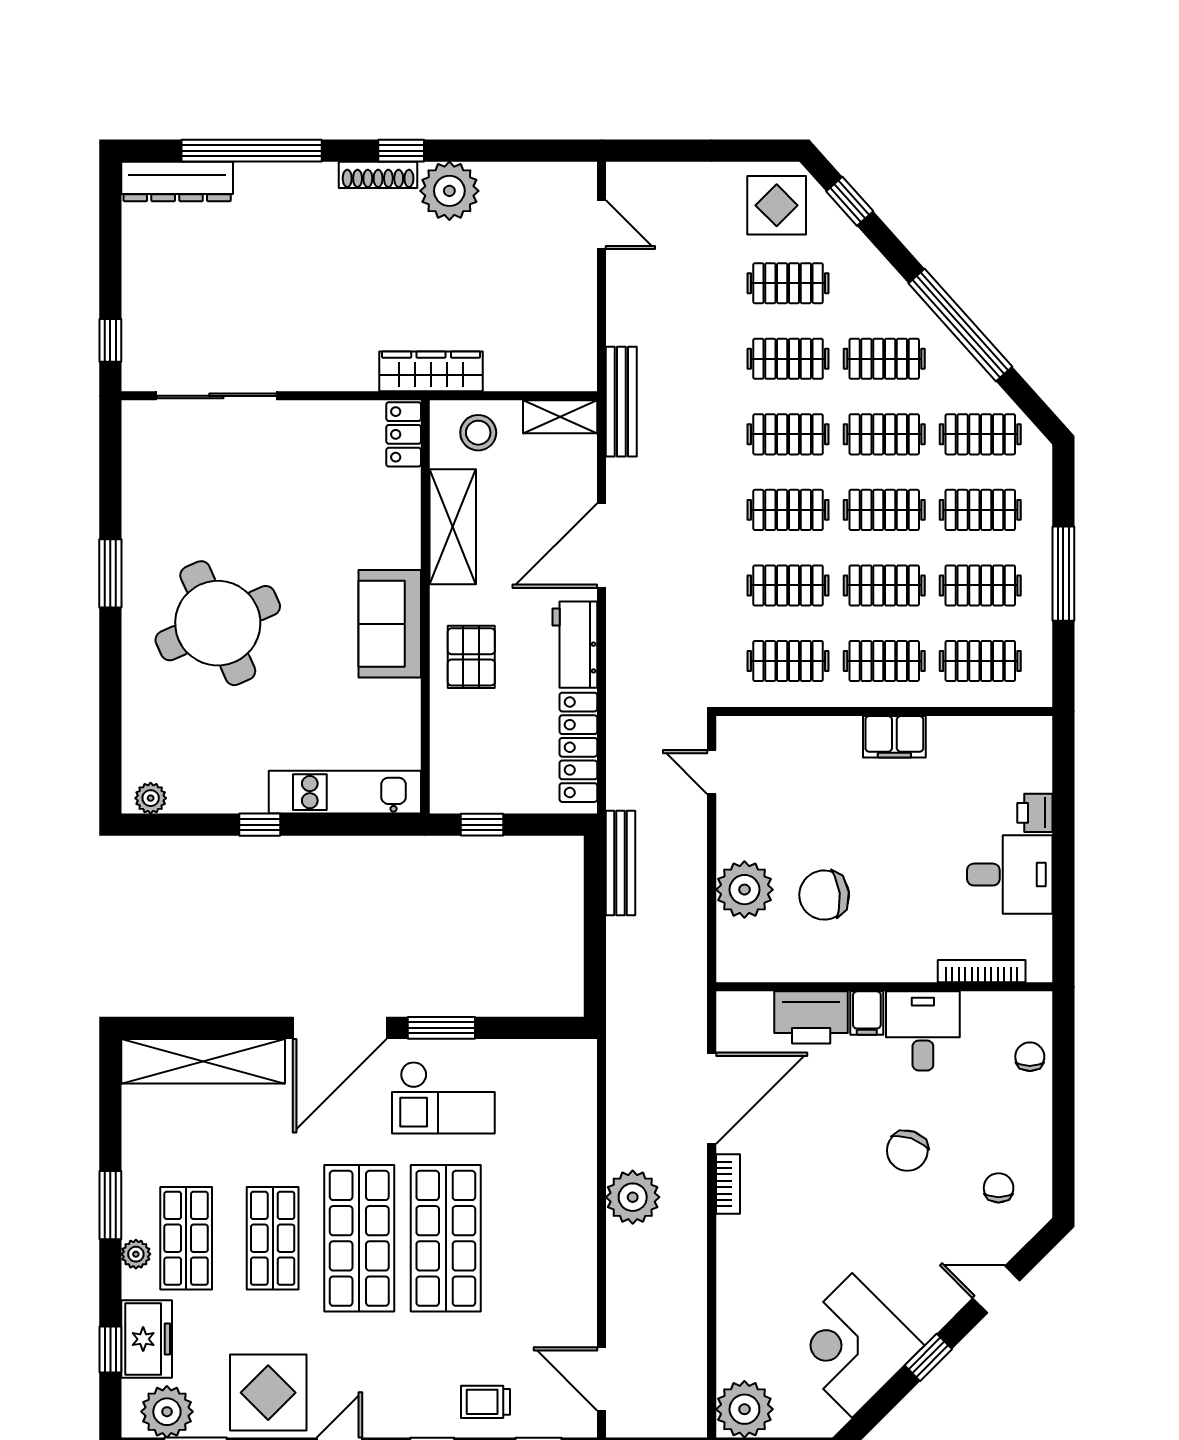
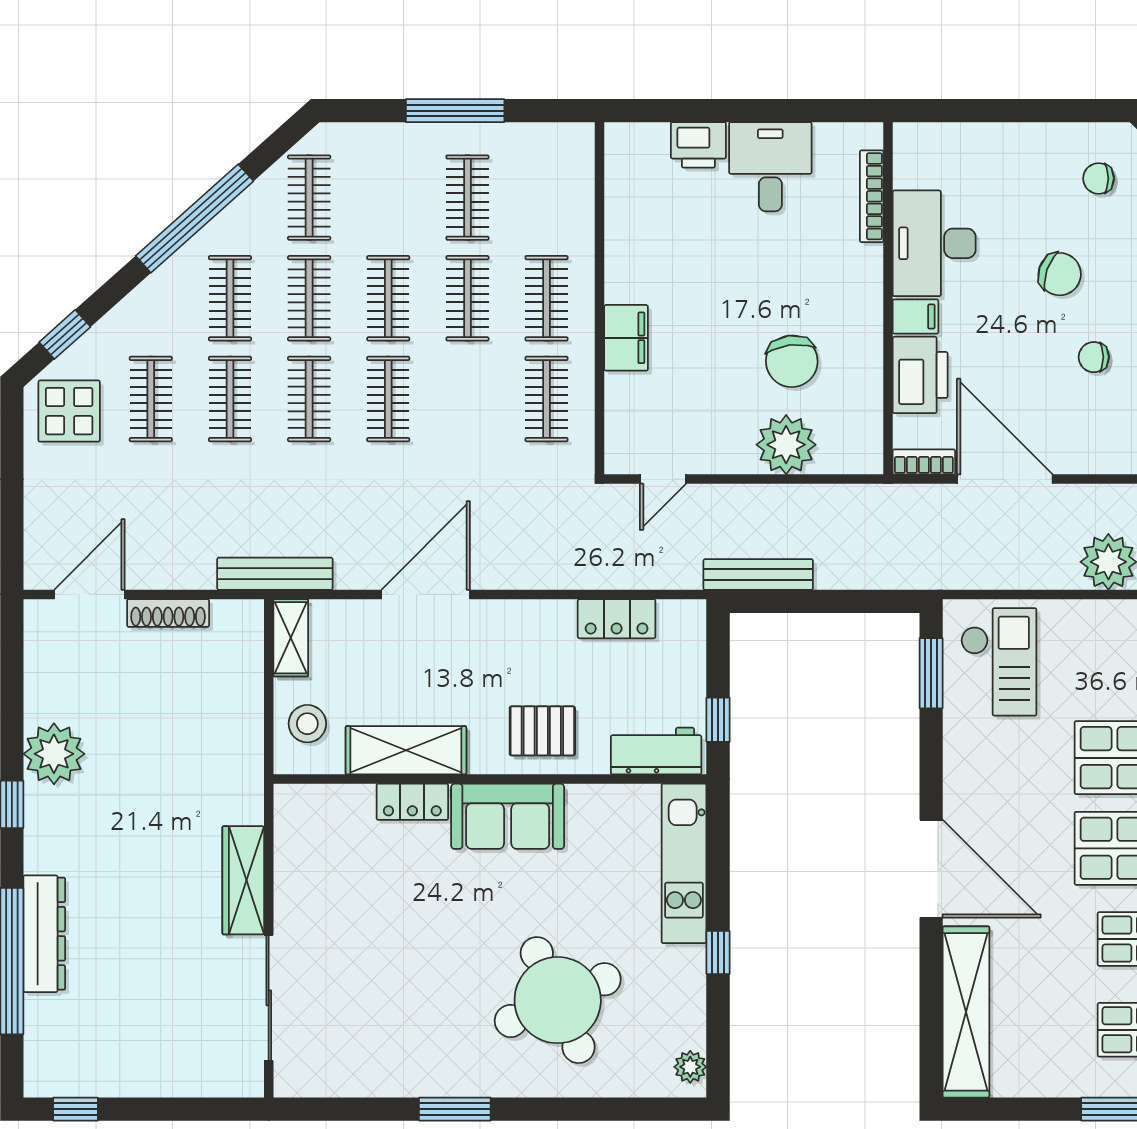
shoe rack: (378, 175) -> (168, 613), moved, turned 90
dresser: (177, 181) -> (44, 934), moved
door: (602, 225) -> (89, 594), width x1.38
window: (110, 340) -> (76, 1109), moved
wardrobe: (431, 371) -> (243, 880), moved
locker: (404, 434) -> (412, 802), moved
clothes rail: (980, 510) -> (388, 198), removed
door: (602, 546) -> (426, 594), swing flipped
clothes rail: (788, 585) -> (467, 399), removed
round table: (218, 623) -> (558, 1000), moved
workbench: (575, 645) -> (656, 751), moved, turned 180
clothes rail: (980, 661) -> (547, 198), removed
filing cabinet: (894, 737) -> (626, 338), moved
locker: (578, 747) -> (617, 619), width x0.66
printer: (1035, 813) -> (698, 145), width x1.36, depth x1.24
window: (441, 1028) -> (931, 673), moved
desk: (923, 1031) -> (934, 243), width x1.37
chair: (1030, 1057) -> (1094, 357), moved
checkout: (443, 1098) -> (999, 662), moved
bookcase: (728, 1184) -> (924, 462), moved

